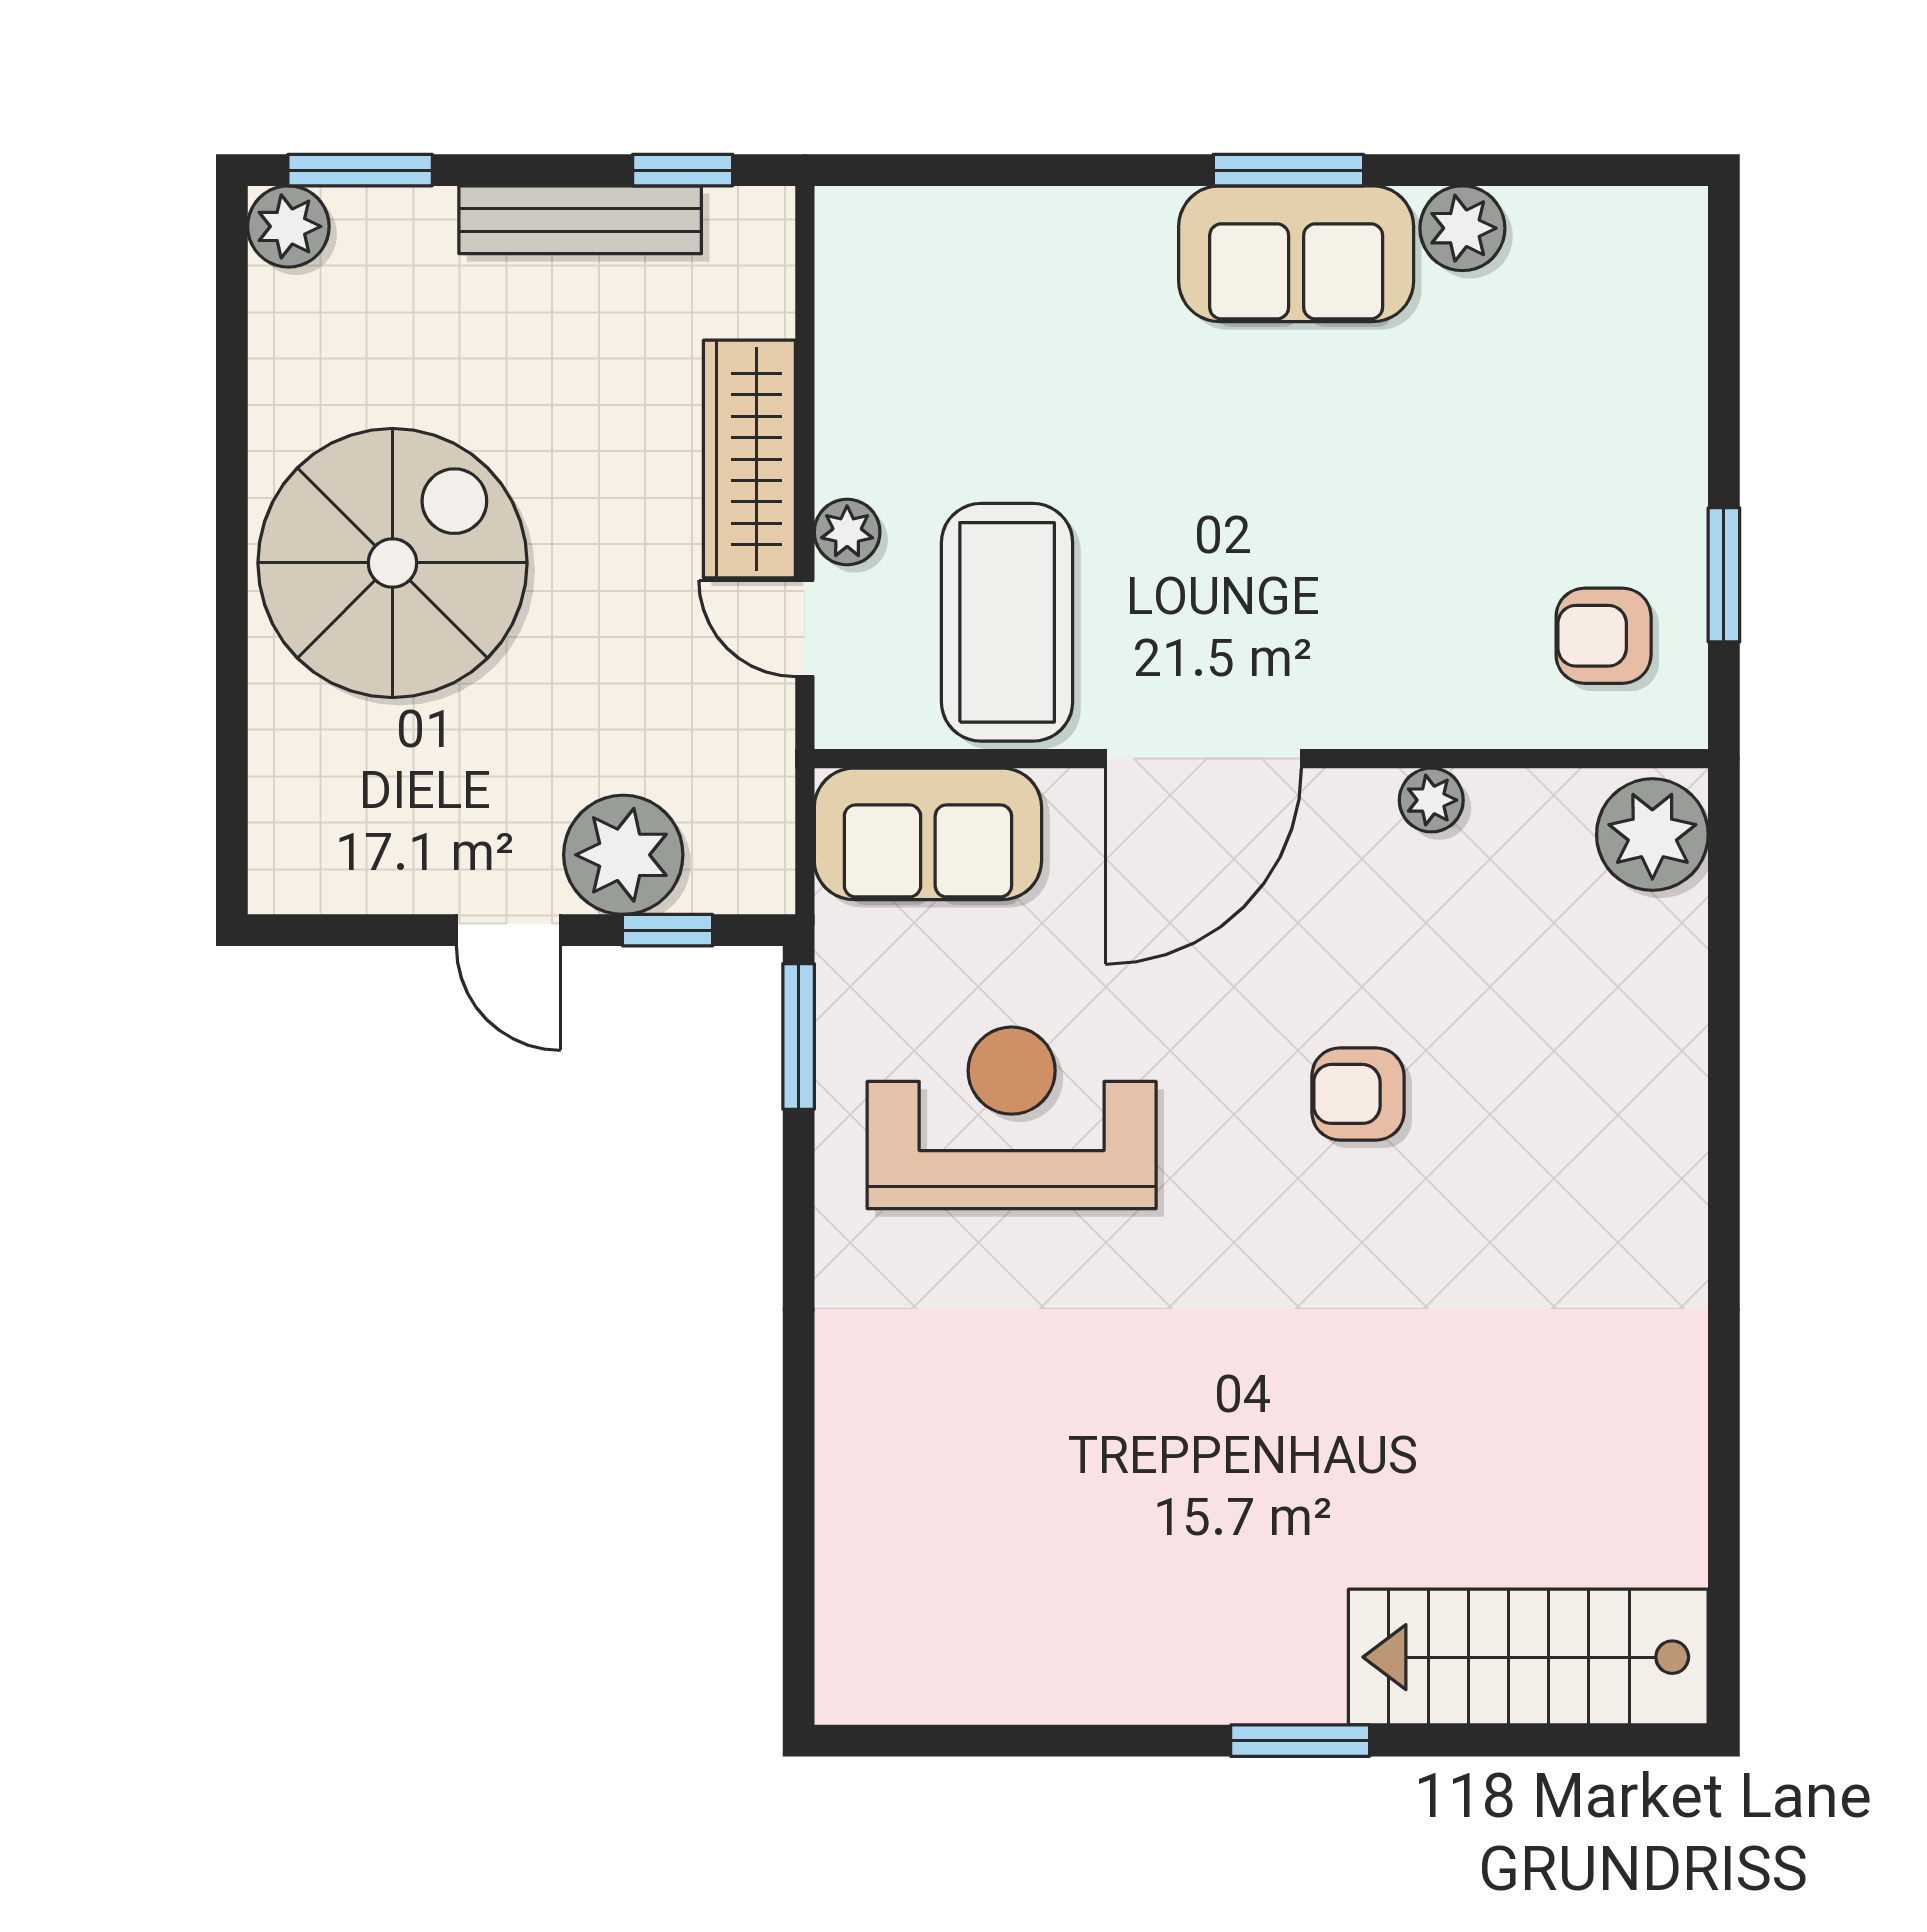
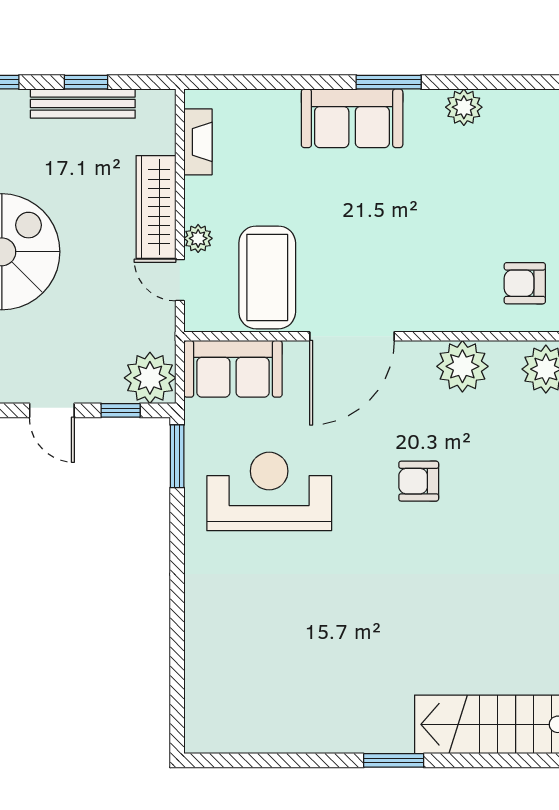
window: (683, 170) -> (86, 82), moved
sofa: (1296, 254) -> (352, 118), moved
fireplace: (847, 308) -> (198, 142), added
plant: (1431, 800) -> (462, 366), width x1.88, depth x1.88
plant: (623, 855) -> (150, 378), moved

